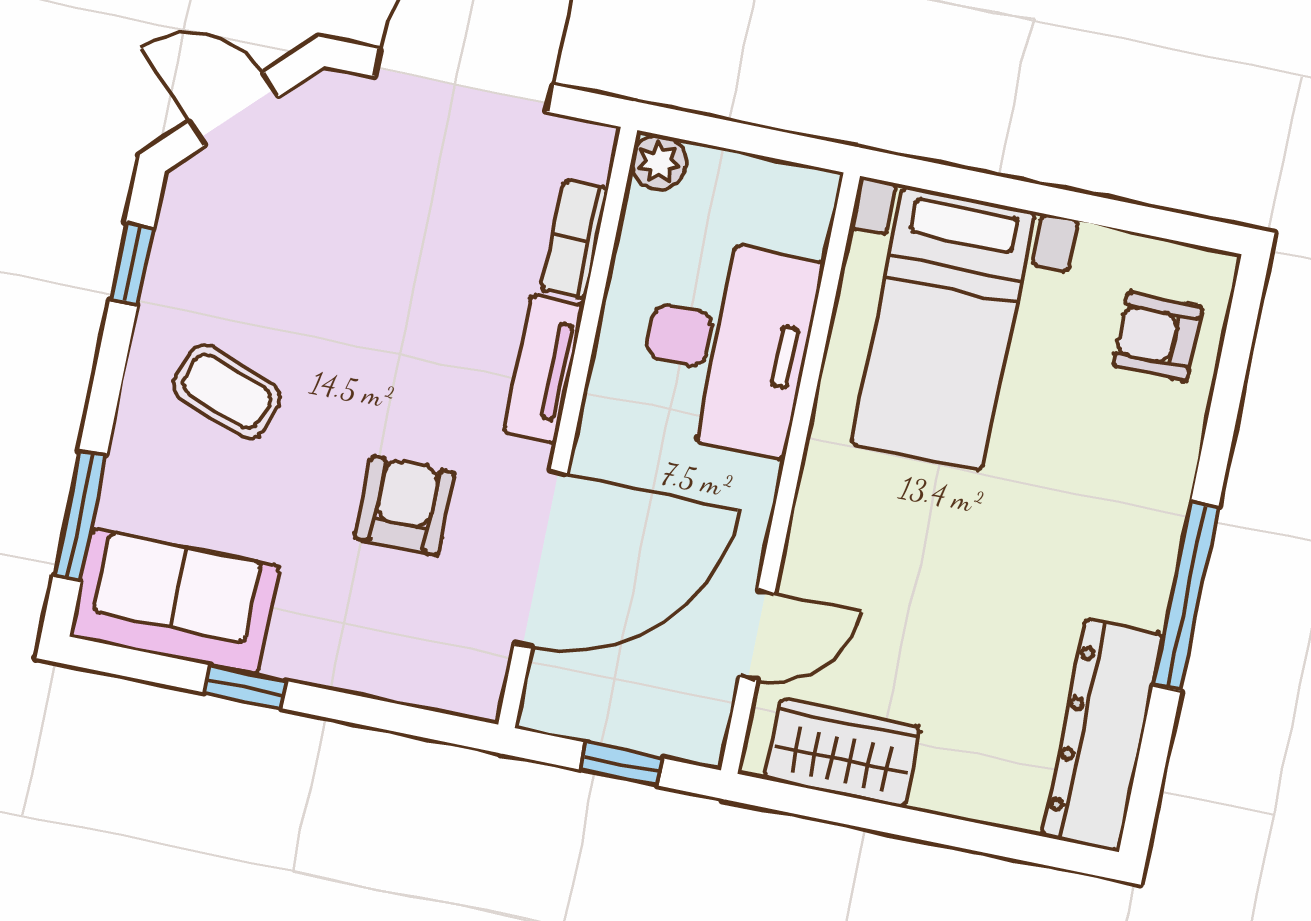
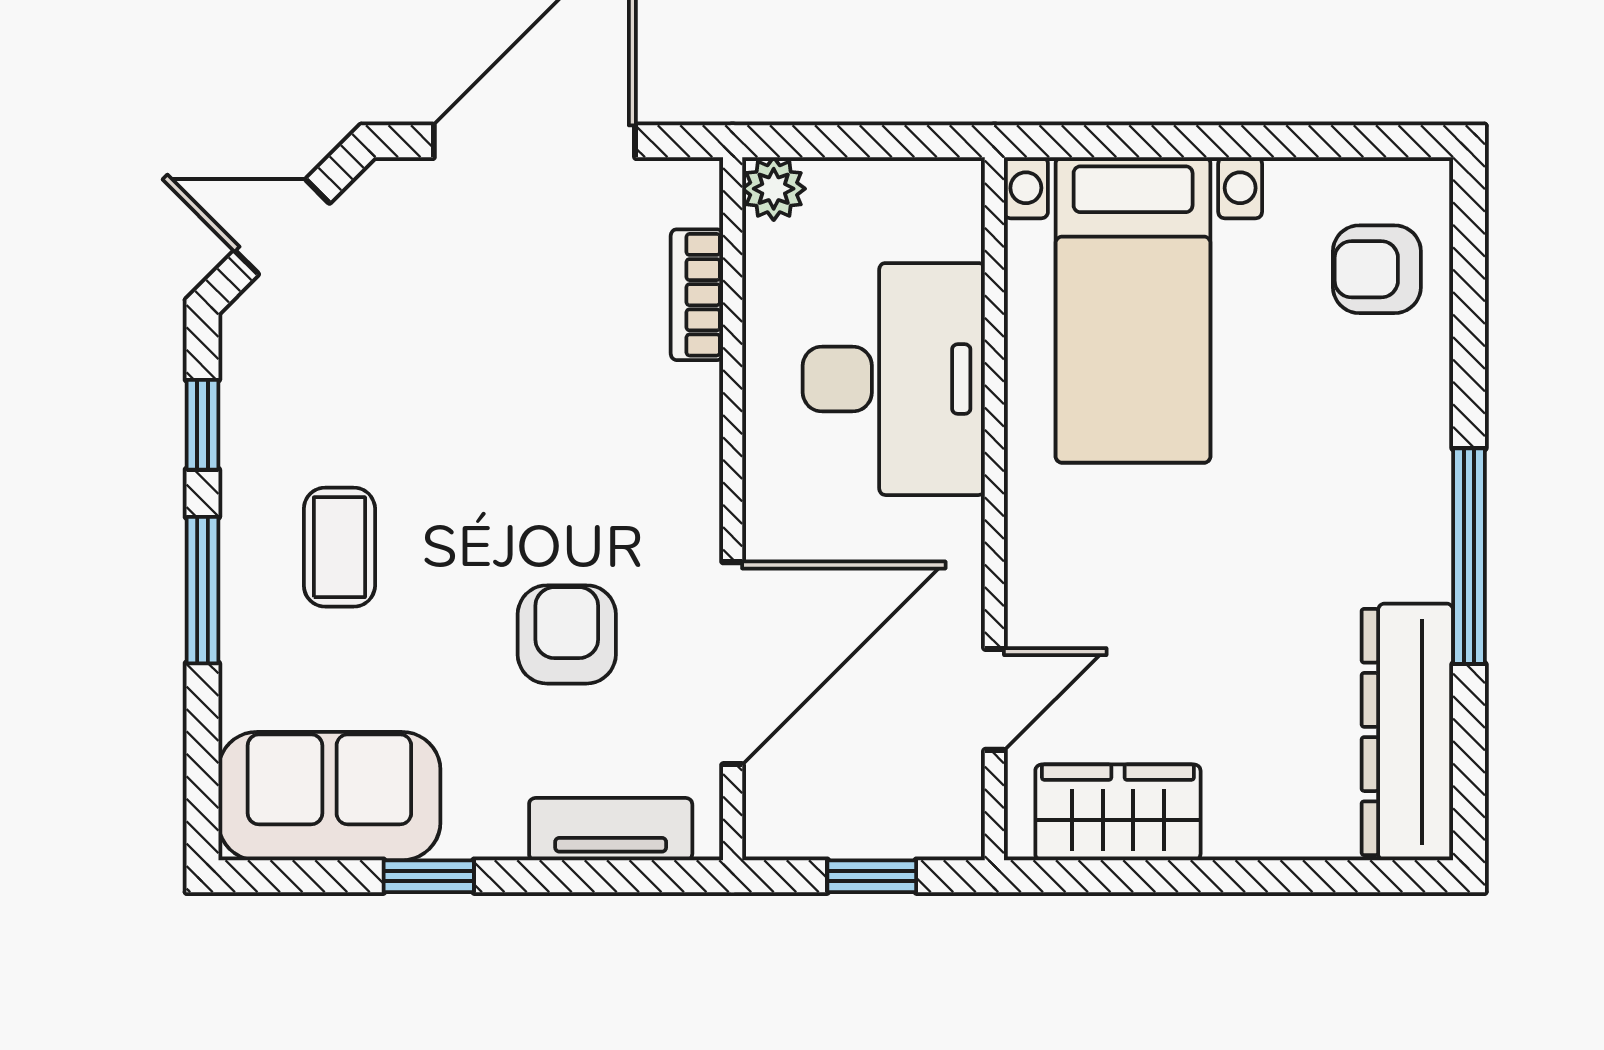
tv unit: (544, 369) -> (611, 829), moved, turned 90
coffee table: (227, 391) -> (339, 547), turned 70
window: (80, 516) -> (202, 590), moved

